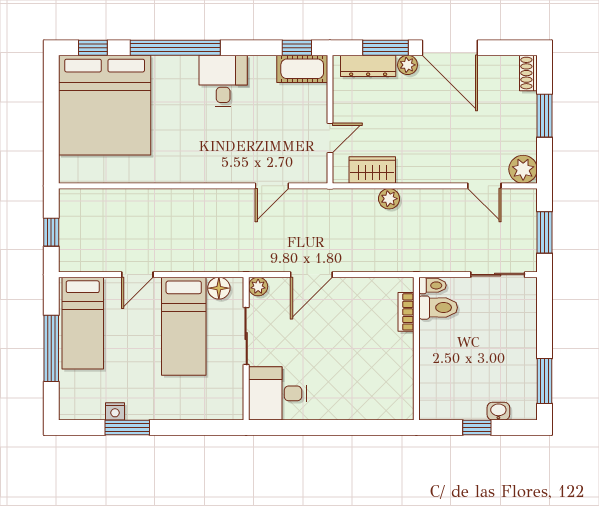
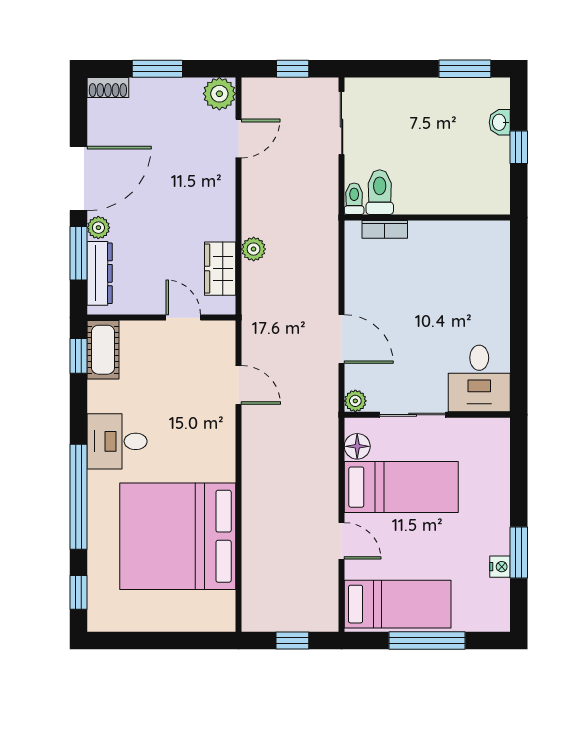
bed: (105, 105) -> (178, 536), moved, turned 180
window: (545, 232) -> (293, 69), width x0.67

